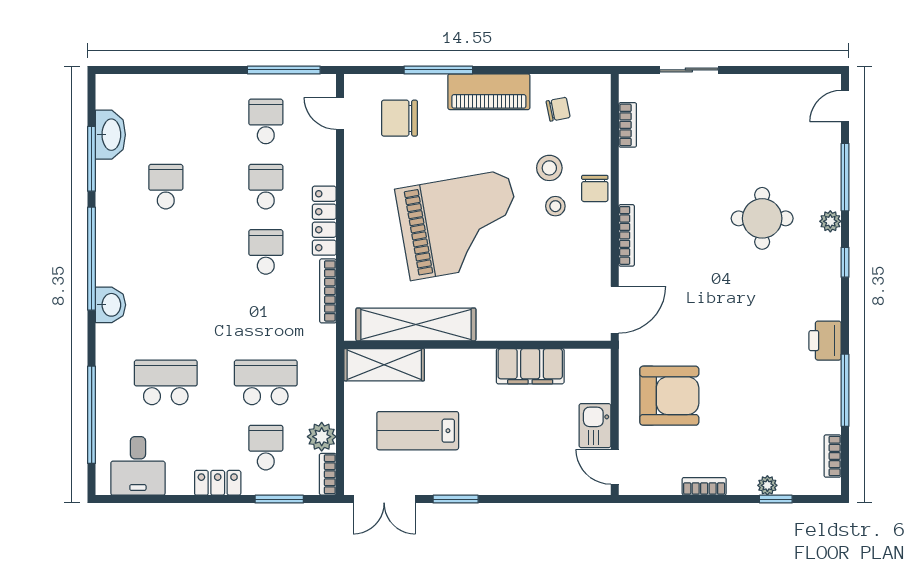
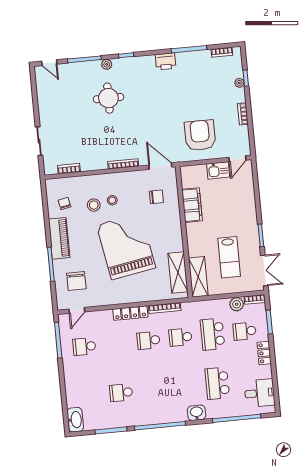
washbasin: (110, 135) -> (75, 420), moved, turned 90
school desk: (266, 187) -> (180, 337), moved
chair: (595, 188) -> (156, 197), moved
washbasin: (110, 305) -> (197, 413), moved
shelving: (416, 324) -> (178, 273), width x0.68

